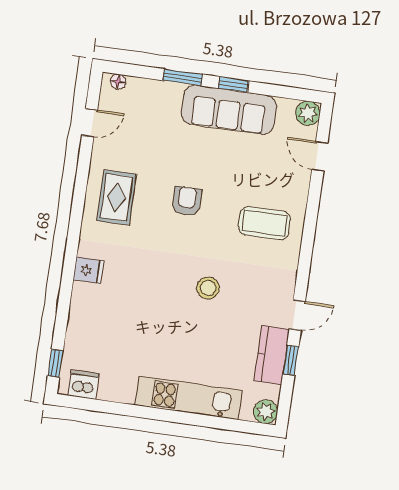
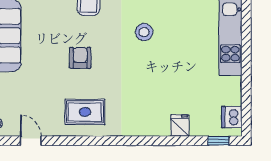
armchair: (187, 201) -> (80, 58), turned 90
fridge: (88, 270) -> (180, 125), moved

